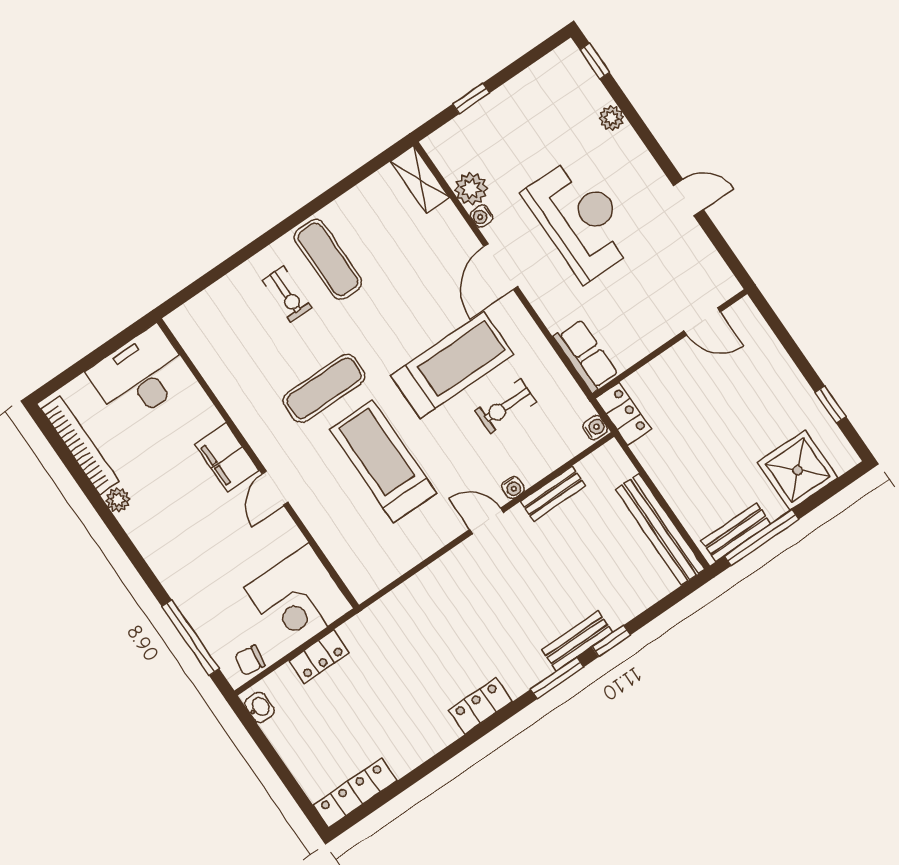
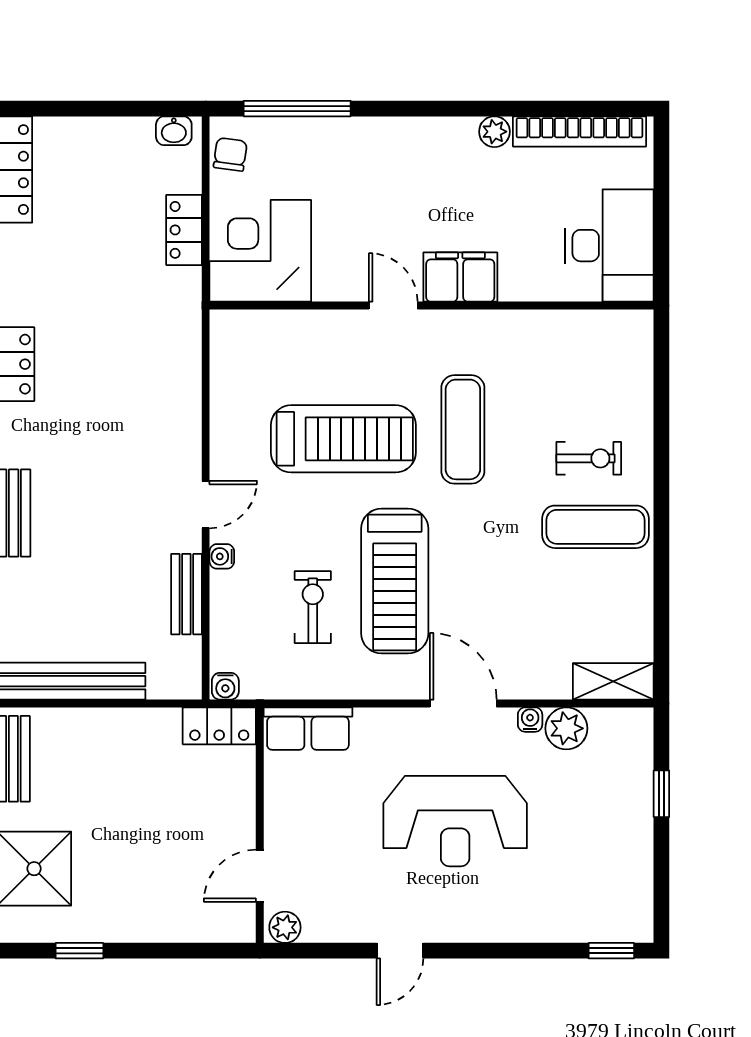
plant: (611, 118) -> (285, 927), moved
exercise bike: (287, 294) -> (589, 458), turned 180

